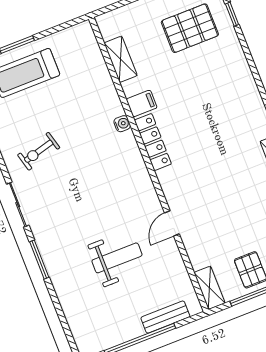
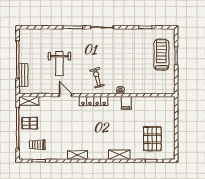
shelving: (121, 59) -> (119, 155), moved
locker: (153, 142) -> (94, 101), moved
exercise bike: (39, 151) -> (97, 78), moved

